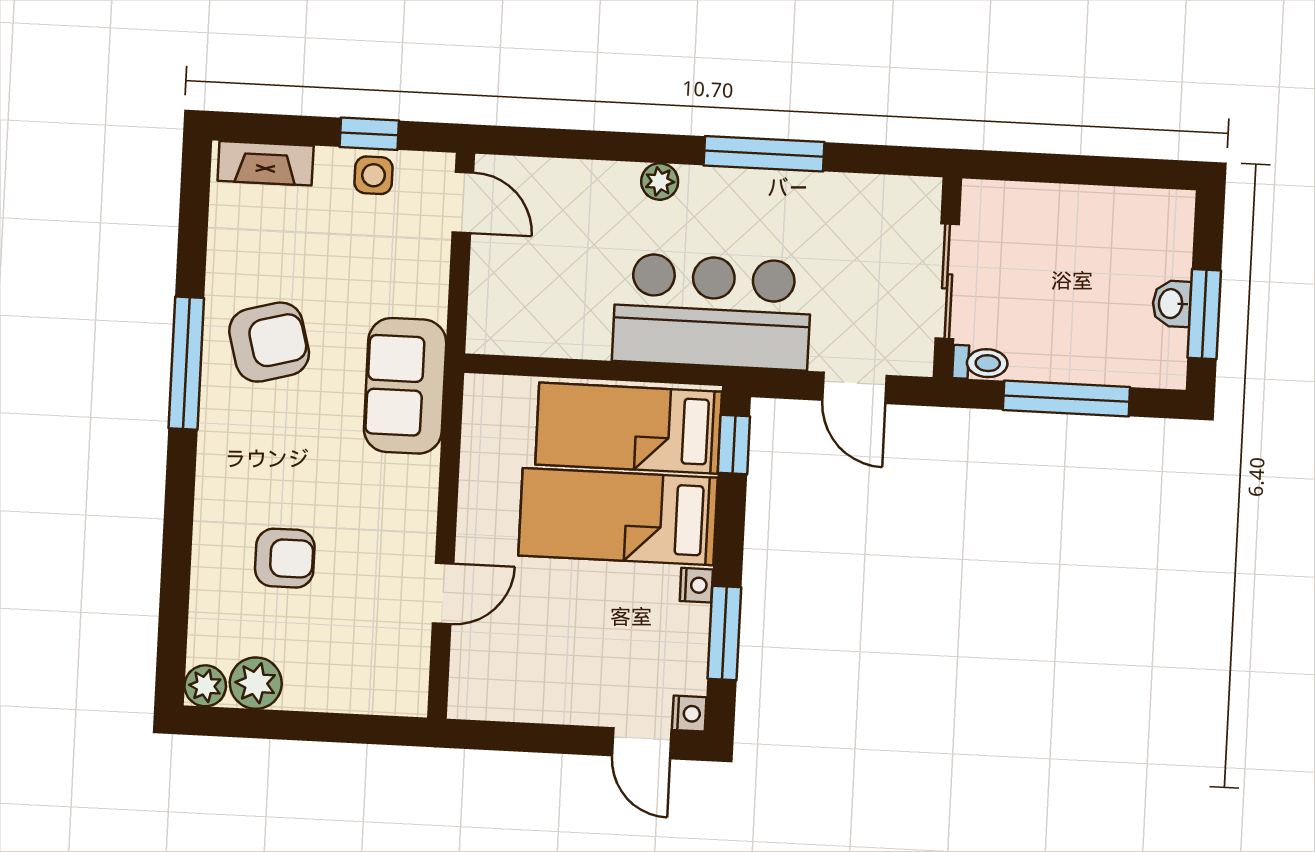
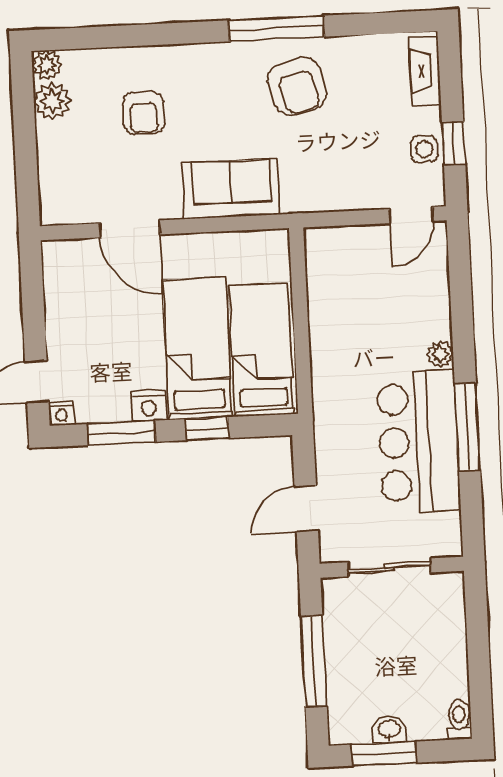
bar counter: (712, 312) -> (419, 442), moved, turned 180
toilet: (980, 363) -> (459, 720), moved, turned 180
sofa: (405, 386) -> (231, 189), moved
window: (734, 445) -> (207, 429), moved
nightstand: (696, 585) -> (149, 406), width x1.39, depth x1.35
door: (443, 593) -> (130, 229), width x1.38

